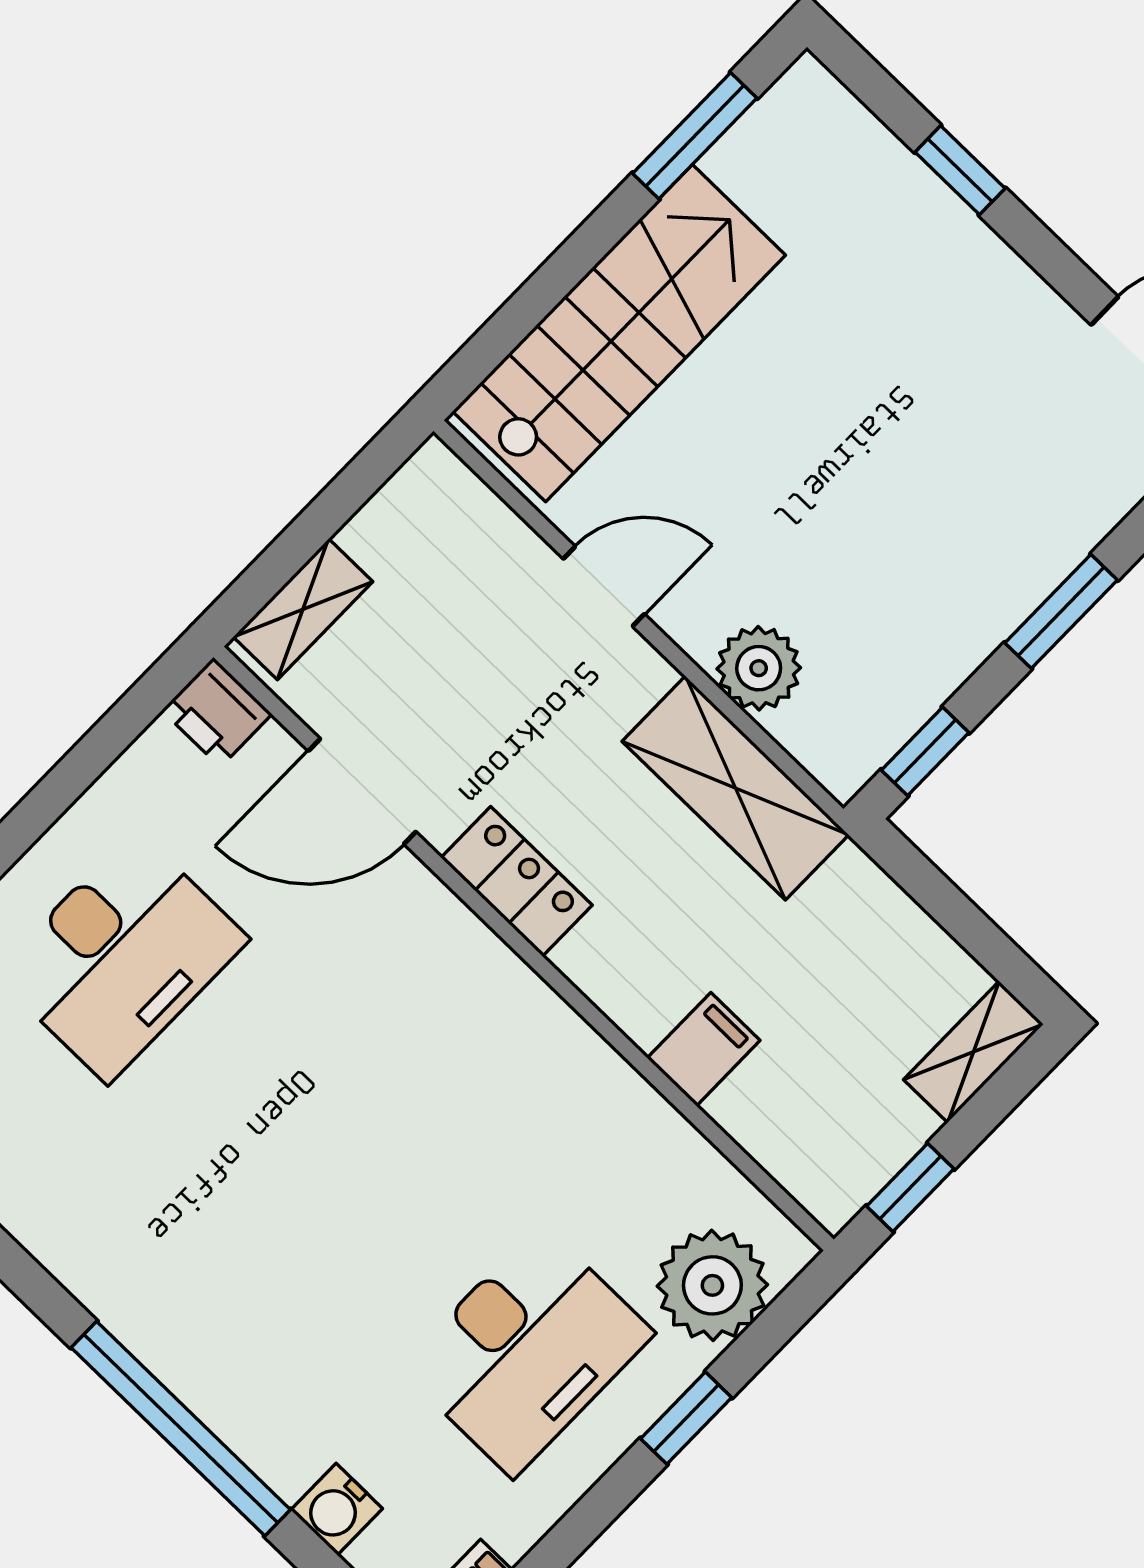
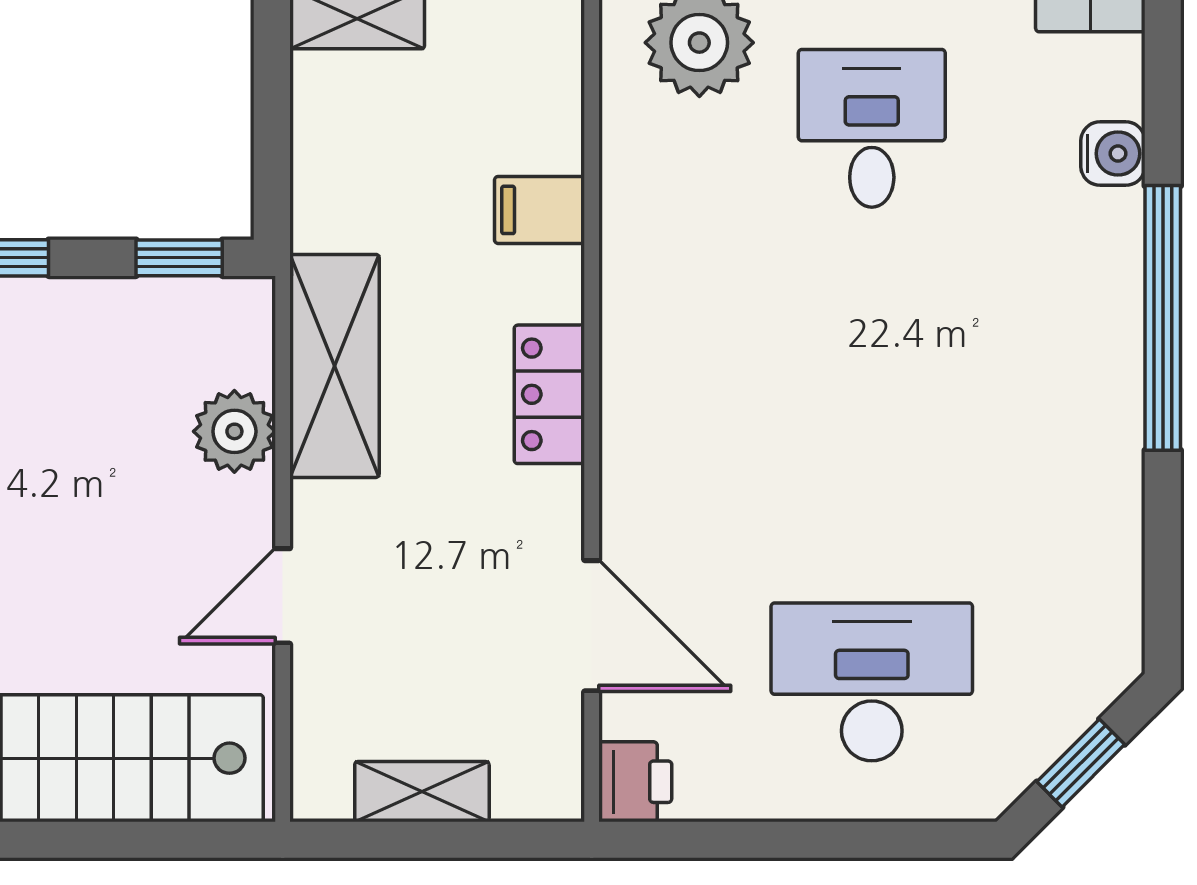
door: (604, 586) -> (283, 596), hinge flipped
shelving: (303, 609) -> (422, 792), moved
locker: (517, 881) -> (549, 394), moved
desk: (527, 1351) -> (872, 128), width x0.73

